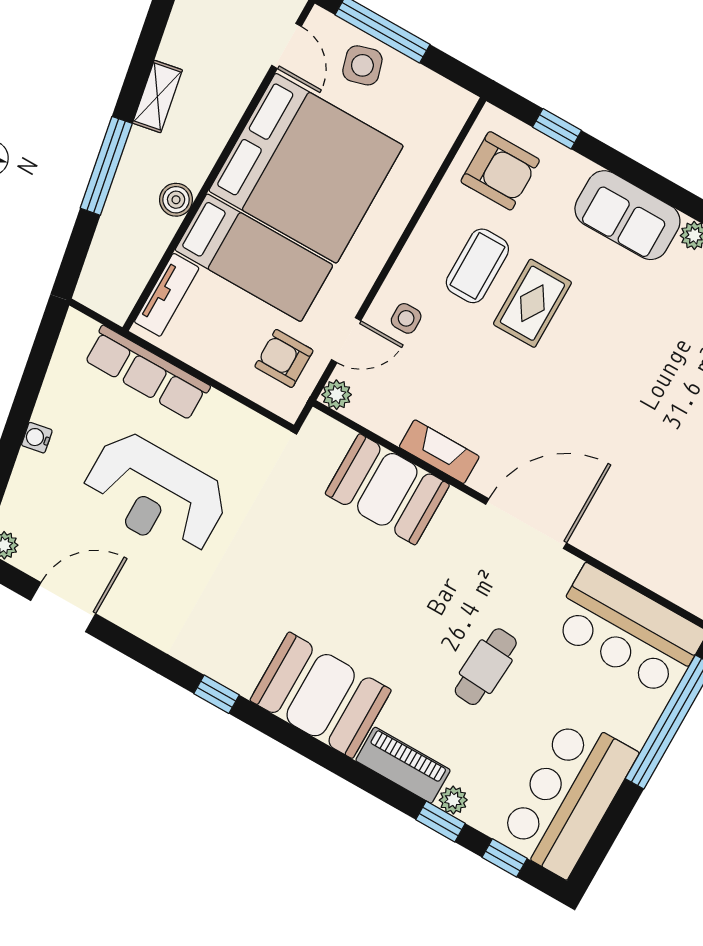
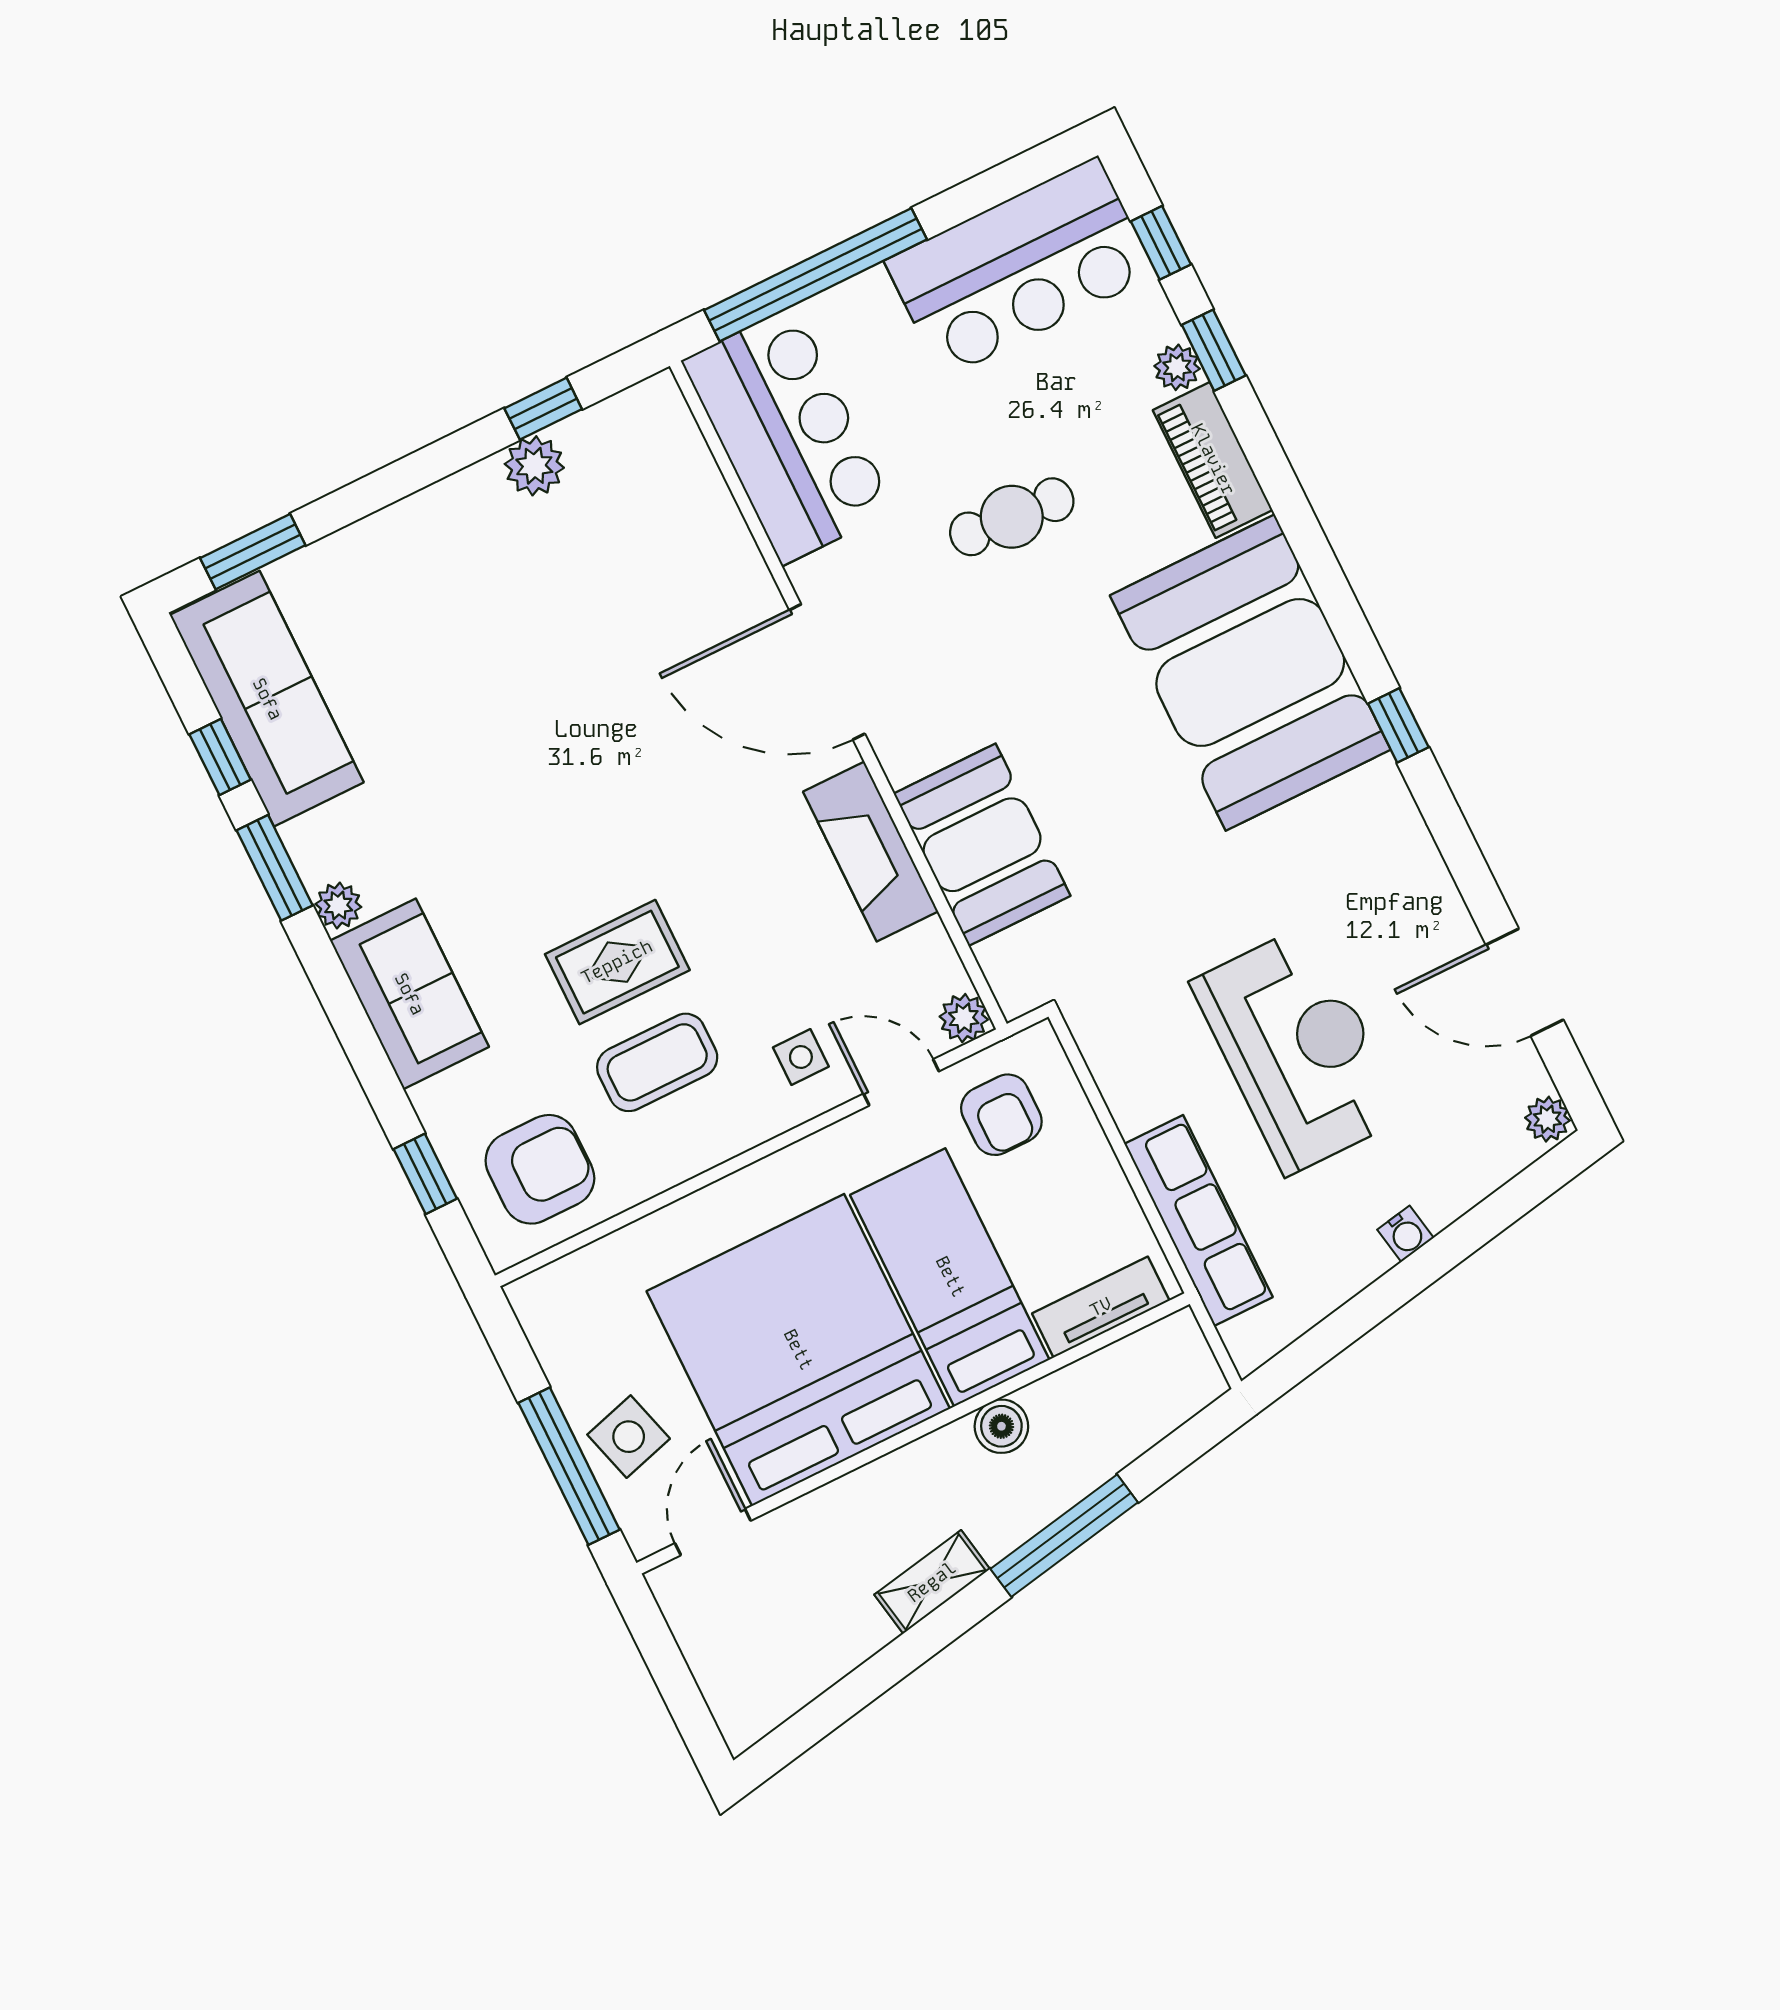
armchair: (500, 171) -> (540, 1169), turned 90
fireplace: (439, 452) -> (871, 852), width x1.37, depth x1.32
booth: (321, 695) -> (1250, 672), width x1.36, depth x1.42

